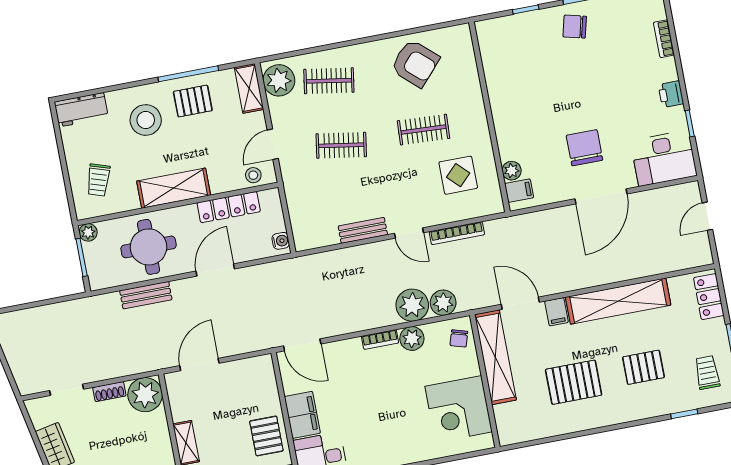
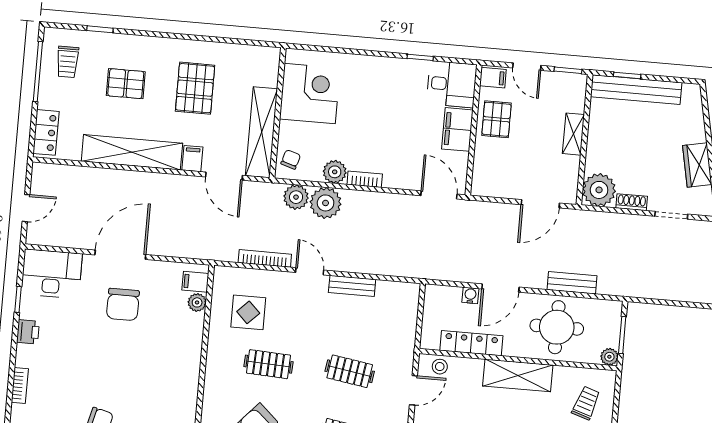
water cooler: (281, 241) -> (470, 295), moved, turned 90
pallet: (574, 382) -> (195, 88), turned 90

